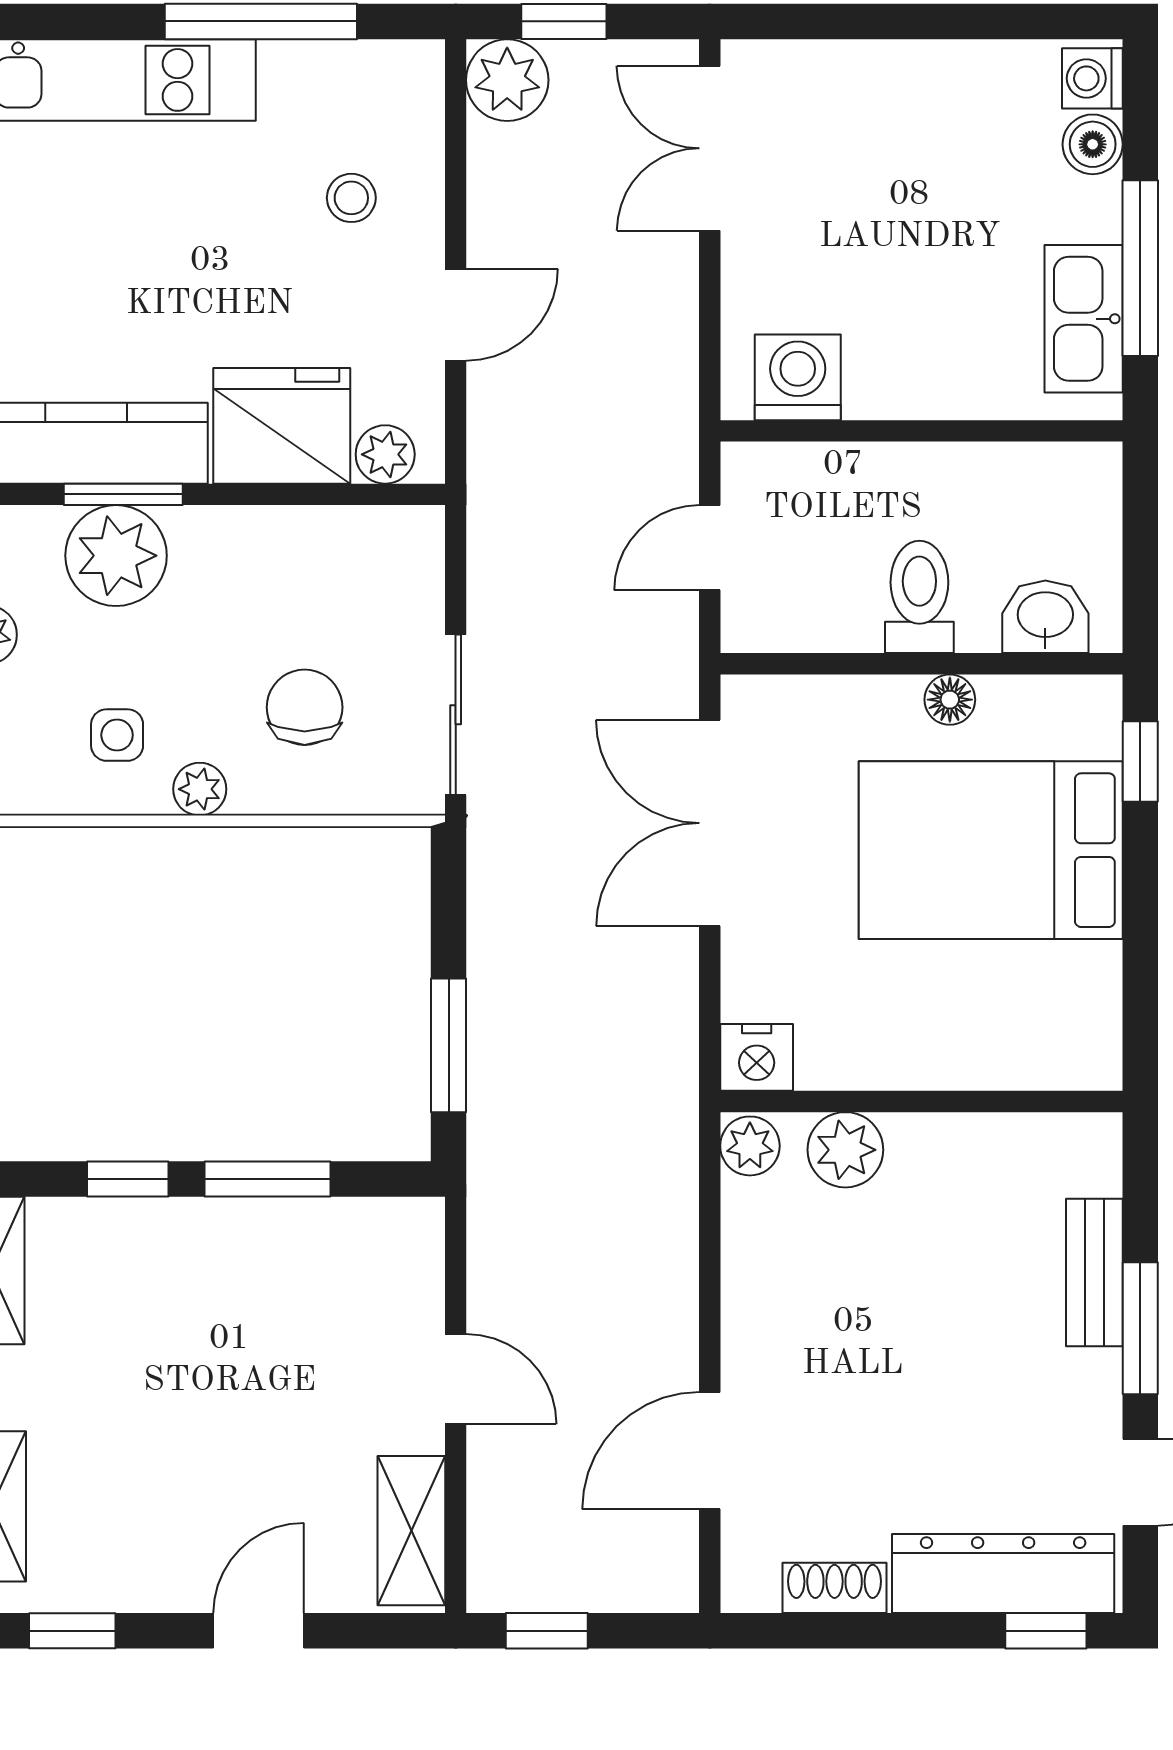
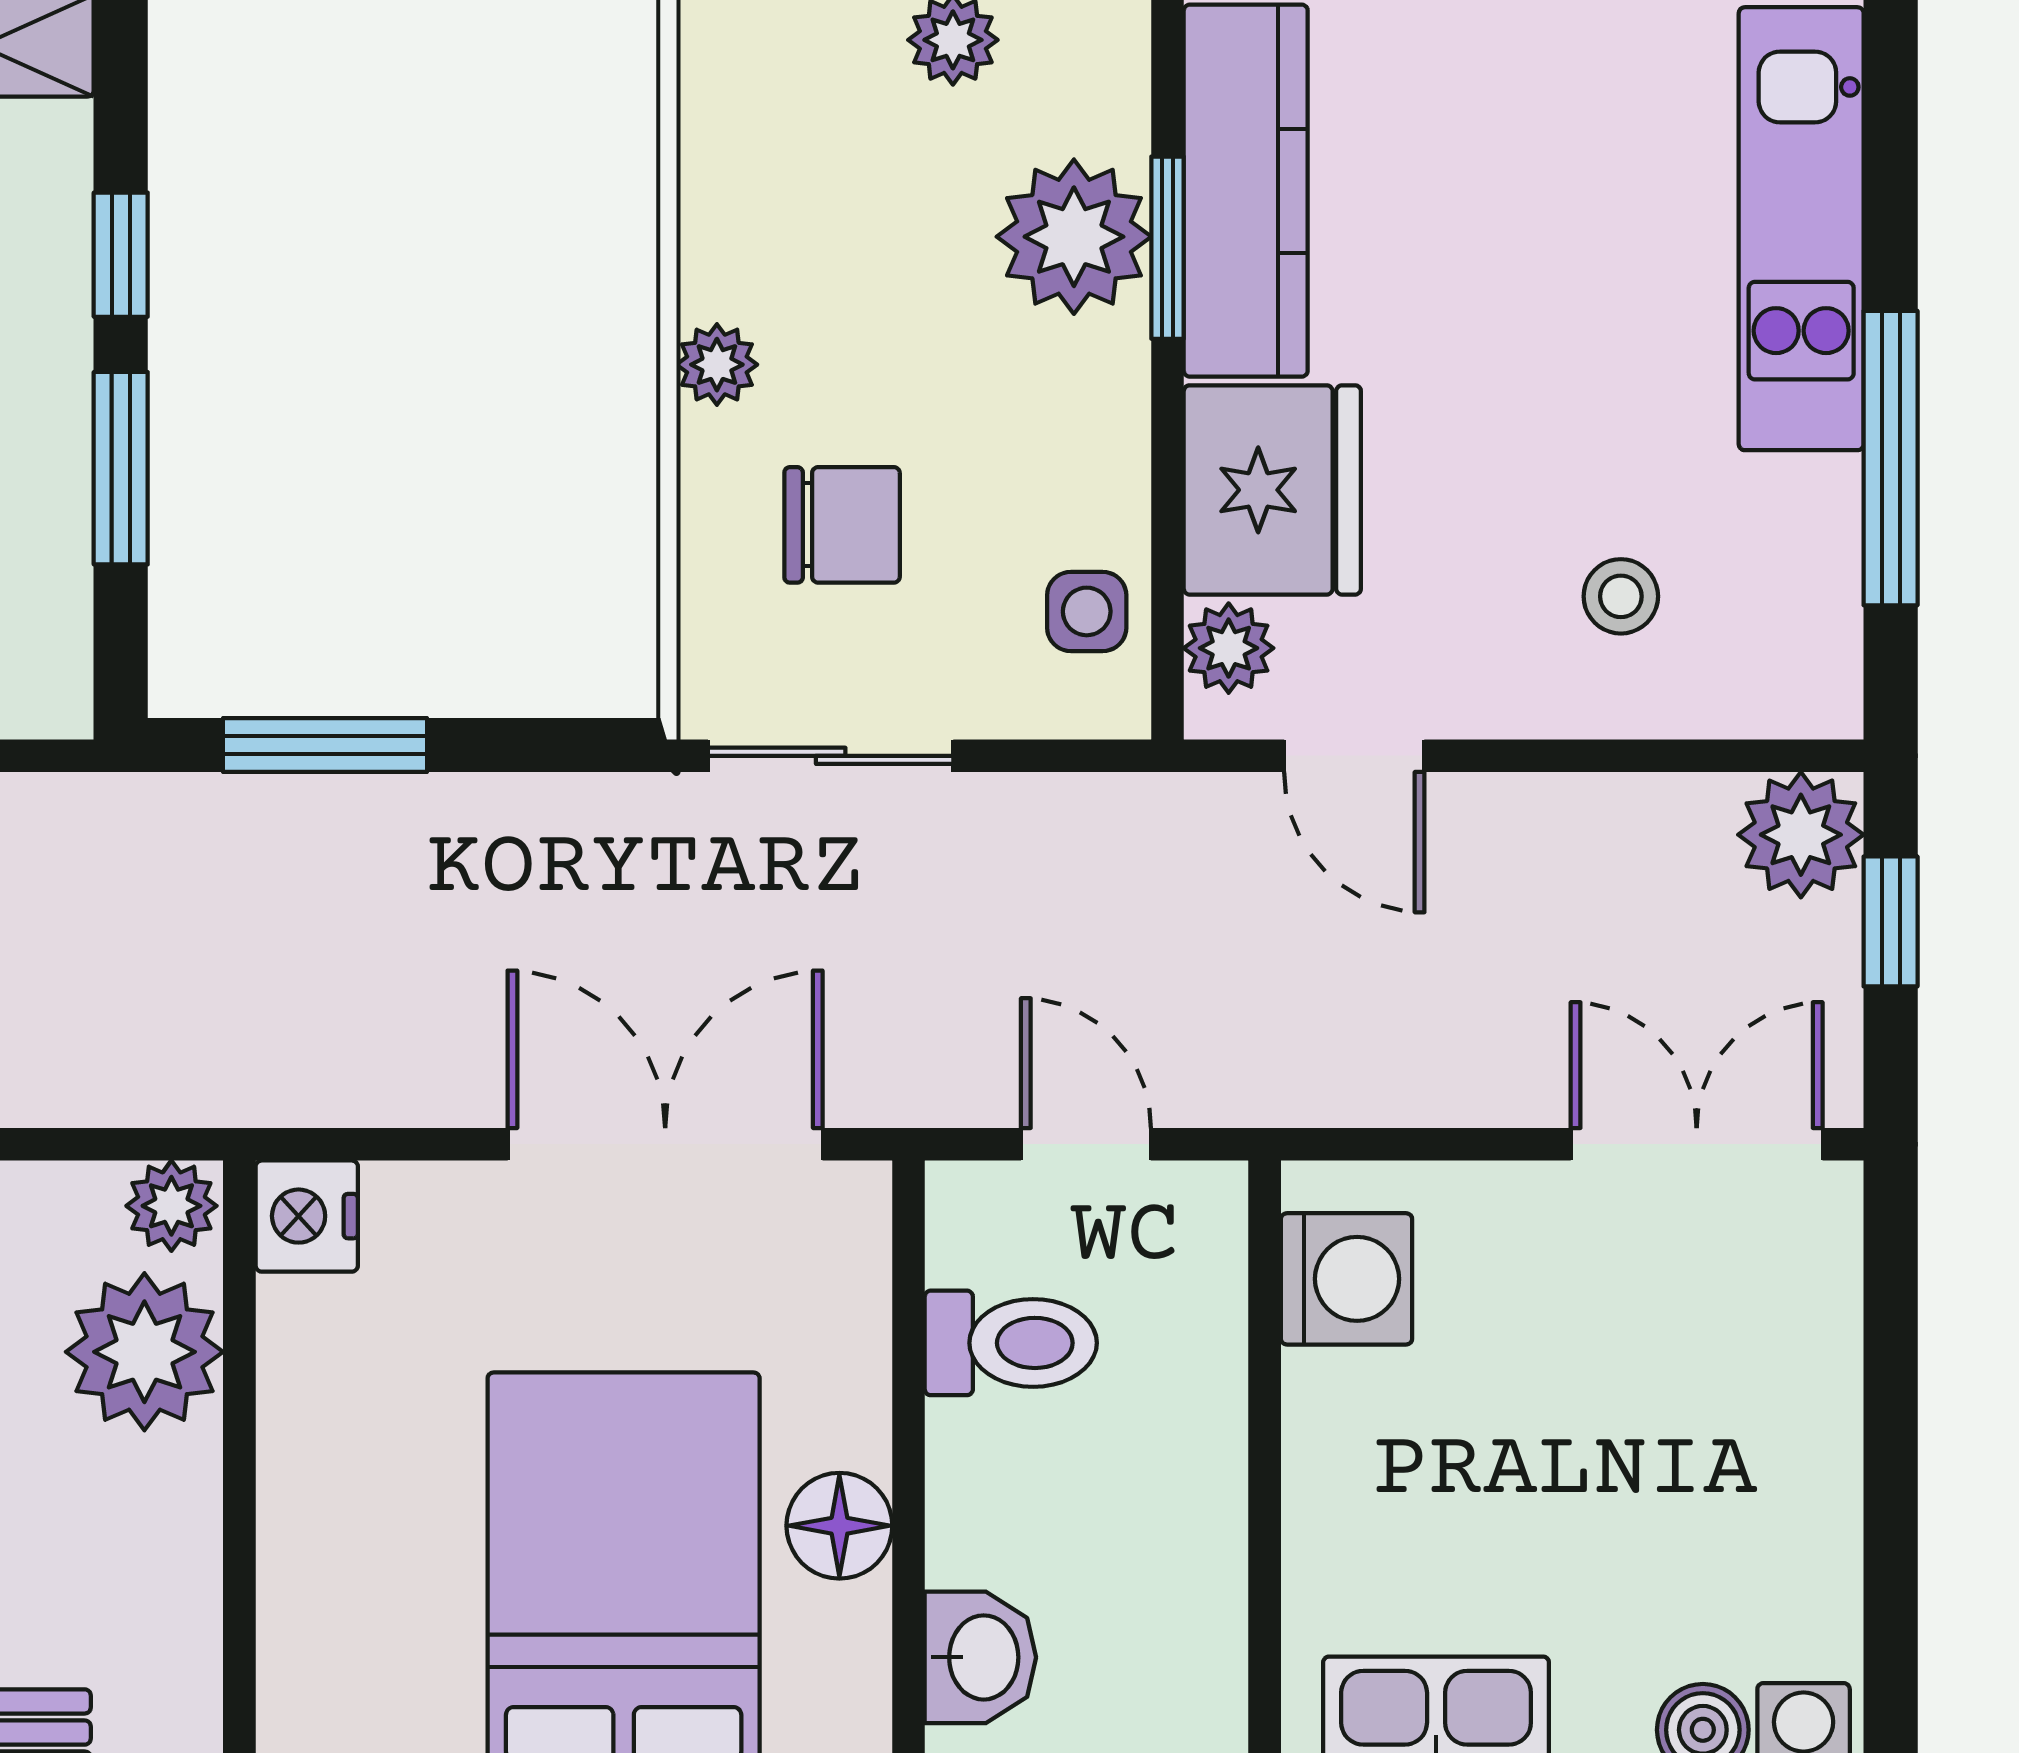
door: (456, 315) -> (1354, 756), moved
toilet: (919, 597) -> (1011, 1343), moved
floor lamp: (950, 700) -> (839, 1526), width x1.37, depth x1.37
side table: (117, 735) -> (1087, 611), moved
plant: (845, 1150) -> (144, 1352), width x1.36, depth x1.36

